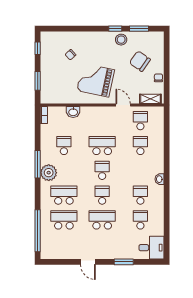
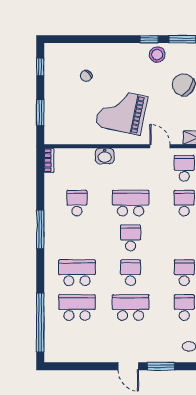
washbasin: (73, 112) -> (105, 156), moved
plant: (49, 173) -> (56, 241), removed
door: (88, 262) -> (128, 366), moved

